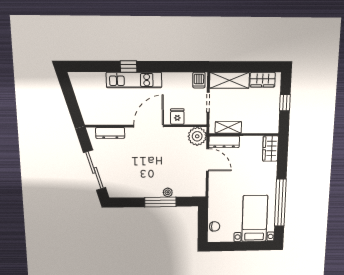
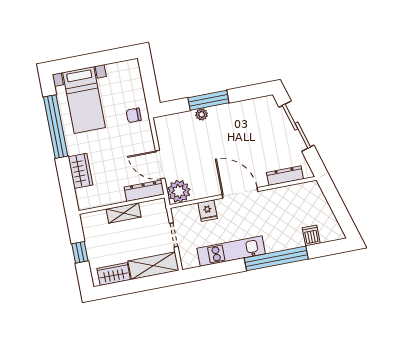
window: (129, 67) -> (276, 258), width x3.17
kitchen unit: (134, 80) -> (231, 251), moved
dishwasher: (199, 80) -> (311, 236), moved
door: (149, 126) -> (240, 193), swing flipped
shelving: (228, 127) -> (124, 213), moved
wardrobe: (270, 149) -> (80, 171), moved
chair: (215, 226) -> (134, 115), moved

